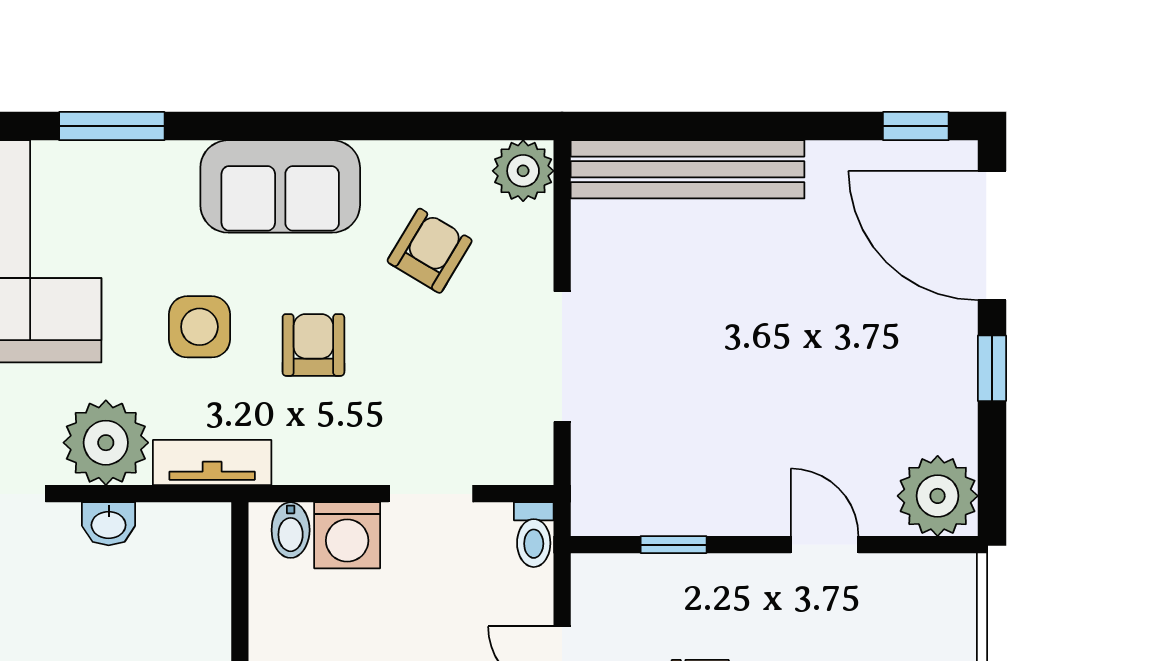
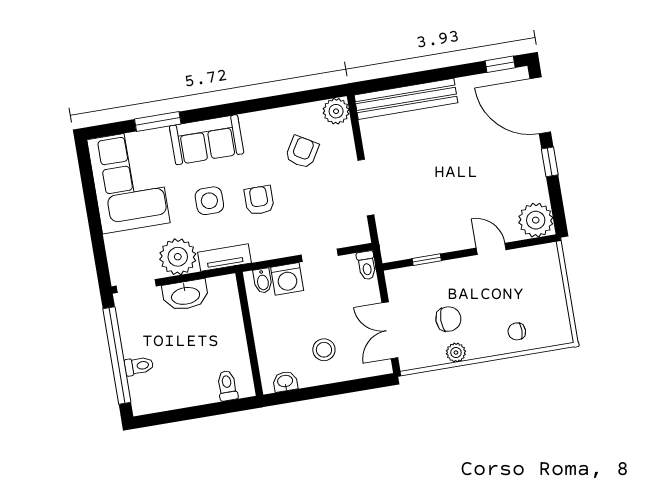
sofa: (280, 186) -> (207, 140), moved
washbasin: (109, 524) -> (185, 295), width x1.91, depth x1.45

